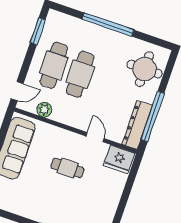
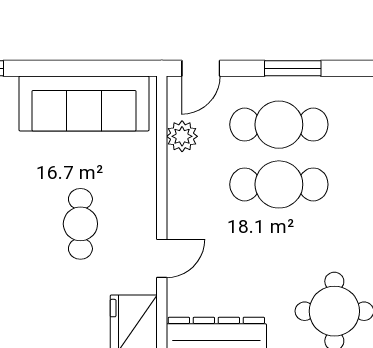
window: (38, 31) -> (293, 68), moved
door: (17, 91) -> (201, 68), hinge flipped

